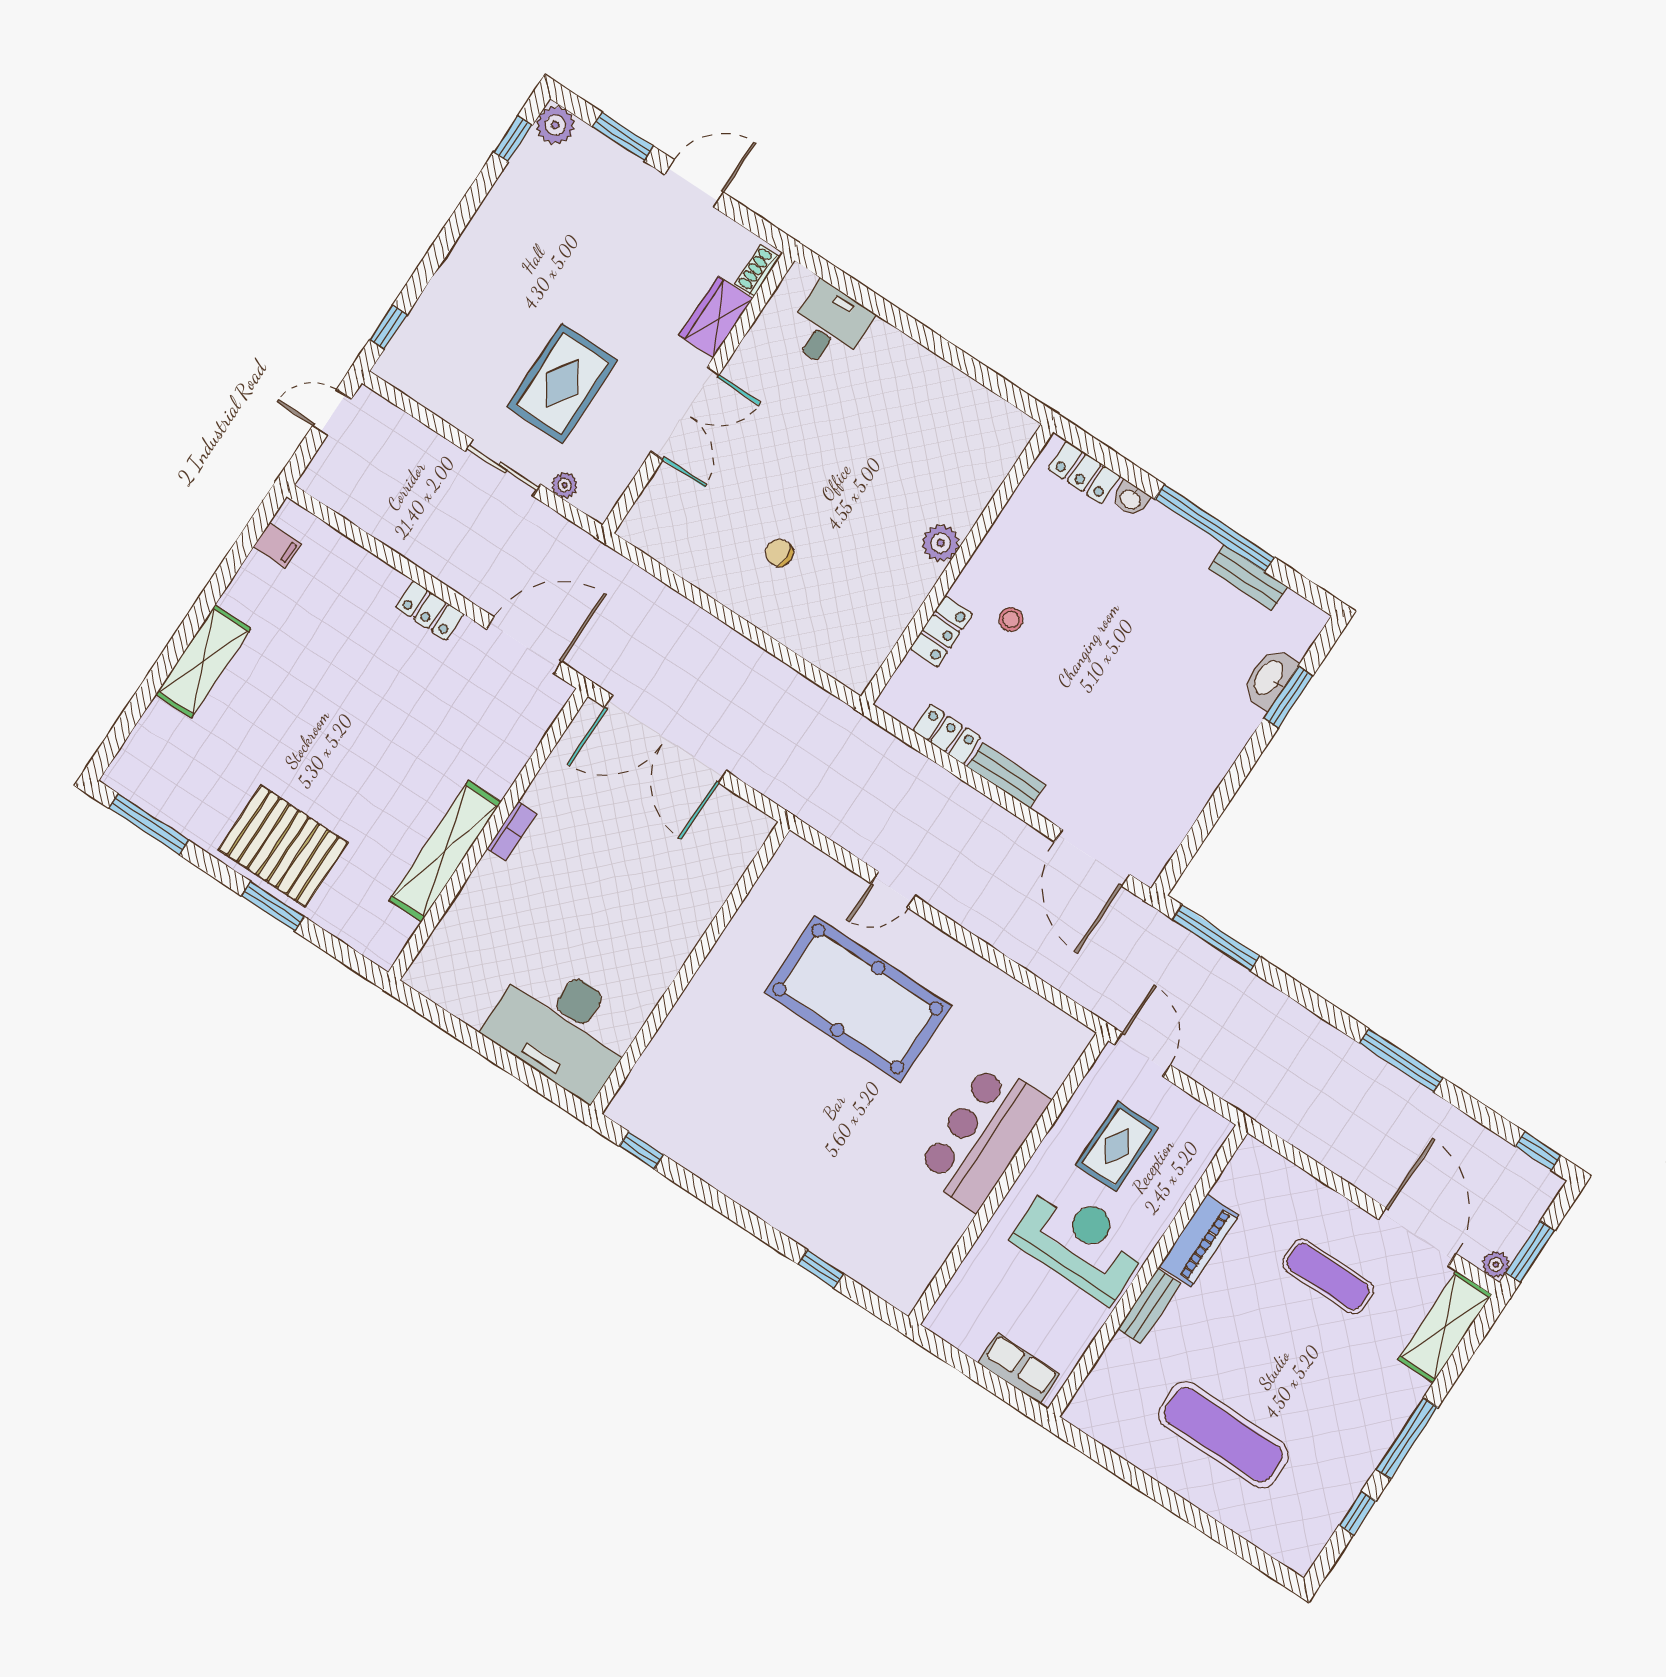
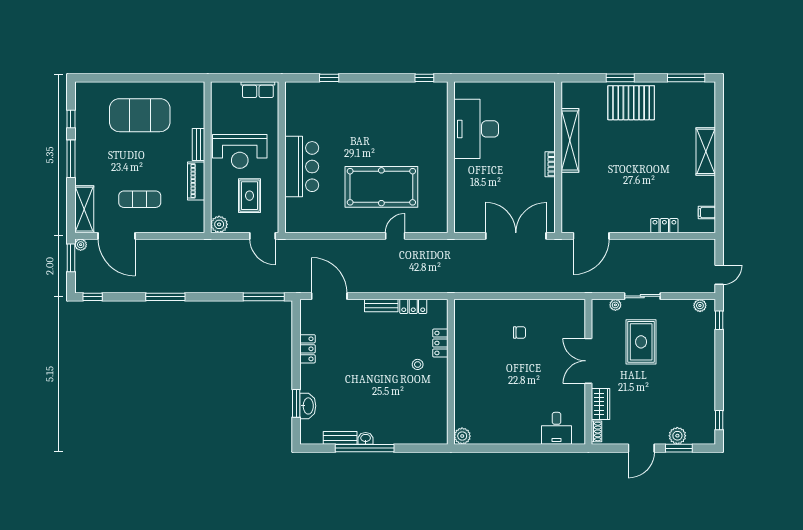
plant: (555, 125) -> (677, 436), moved
plant: (406, 379) -> (700, 306), added
locker: (1084, 473) -> (307, 349), moved, turned 90
washbasin: (1131, 499) -> (366, 438), moved
plant: (941, 543) -> (462, 436), moved
locker: (430, 611) -> (664, 226), moved
desk: (562, 1027) -> (476, 129), moved, turned -90
plant: (1210, 1130) -> (219, 224), added
row of seats: (1019, 1368) -> (258, 90), moved
exercise mat: (1223, 1435) -> (140, 115), width x1.47

